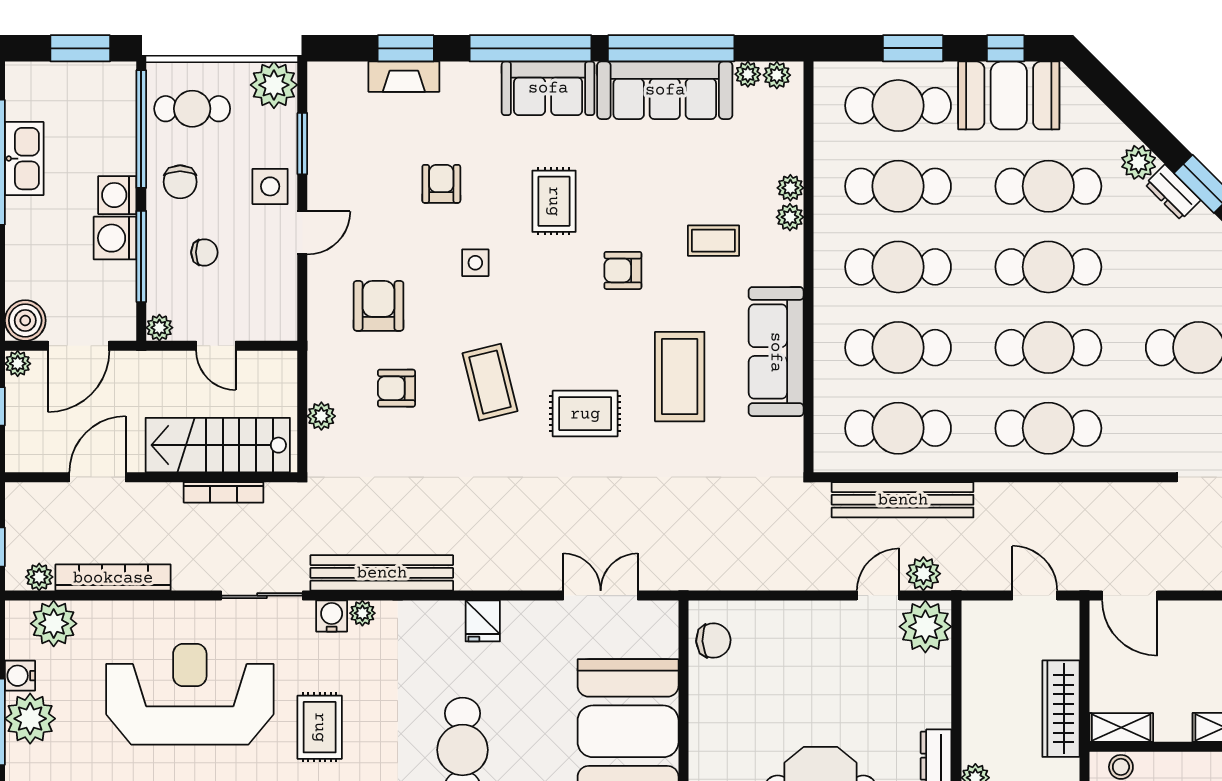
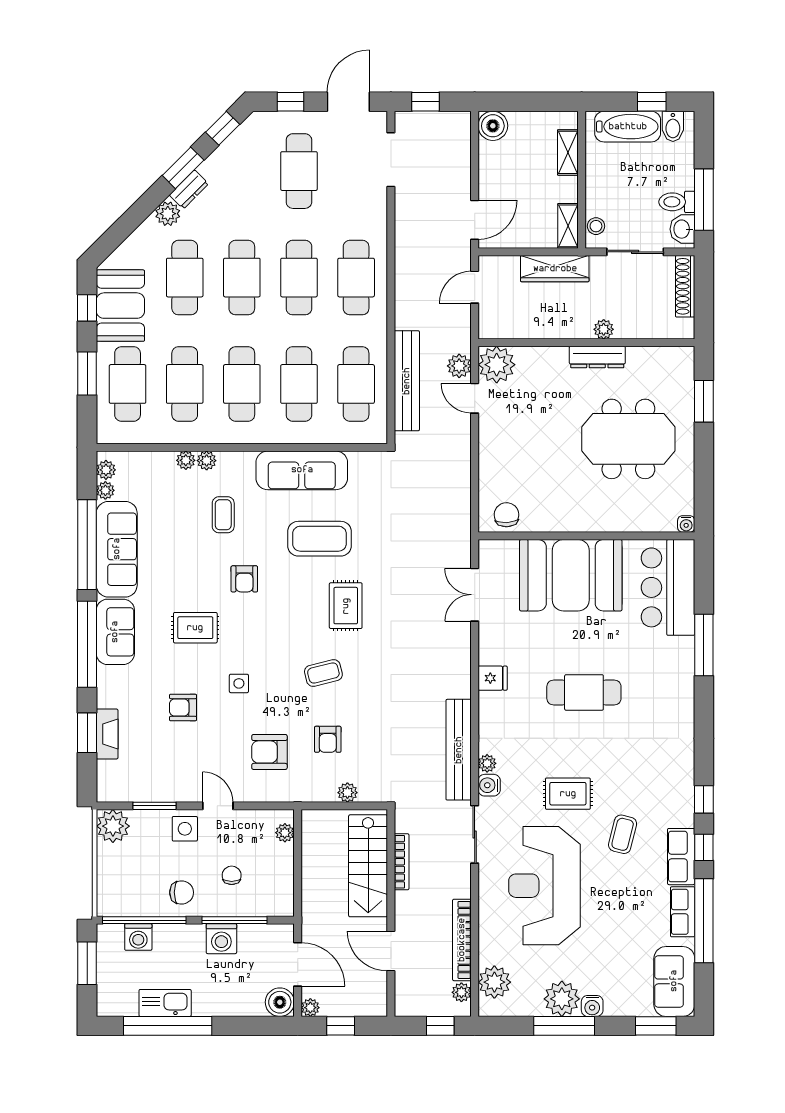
cafe table: (192, 109) -> (130, 884), removed
washing machine: (117, 195) -> (138, 937), moved
plant: (159, 328) -> (285, 833), moved
door: (216, 346) -> (298, 867), removed
coffee table: (490, 382) -> (323, 673), width x0.73, depth x0.77
water cooler: (20, 676) -> (592, 1006), moved

